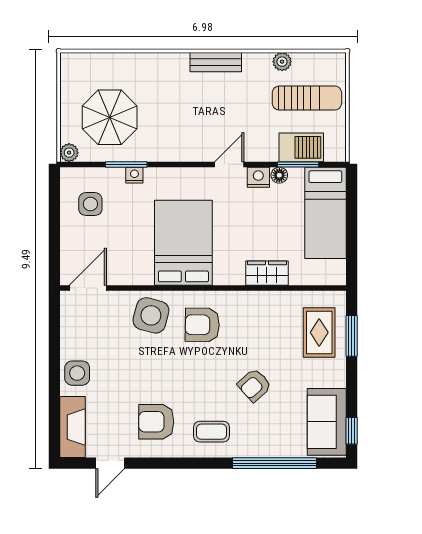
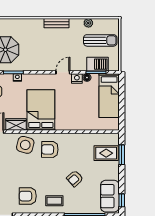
wardrobe: (267, 273) -> (16, 125), moved
rug: (319, 332) -> (106, 153), turned 90

